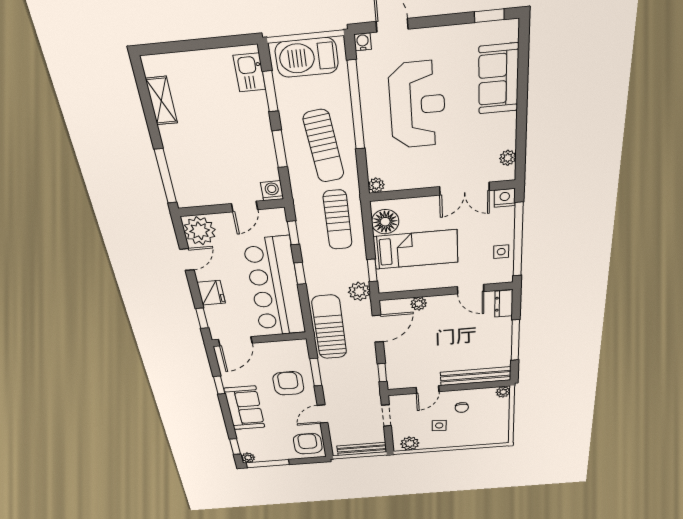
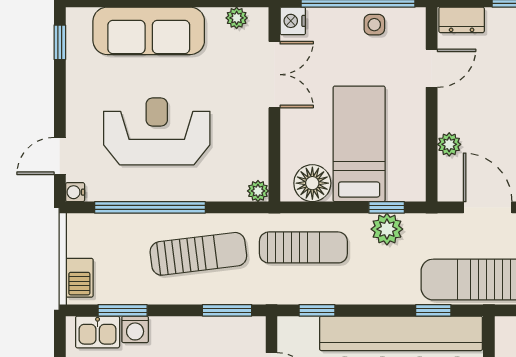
barbecue: (307, 57) -> (79, 278), width x0.53, depth x0.65
sofa: (499, 79) -> (149, 31), width x1.36
window: (280, 149) -> (227, 310), moved
washing machine: (272, 191) -> (135, 329), moved, turned -90
window: (300, 273) -> (433, 310), moved
plant: (359, 291) -> (387, 229), moved

